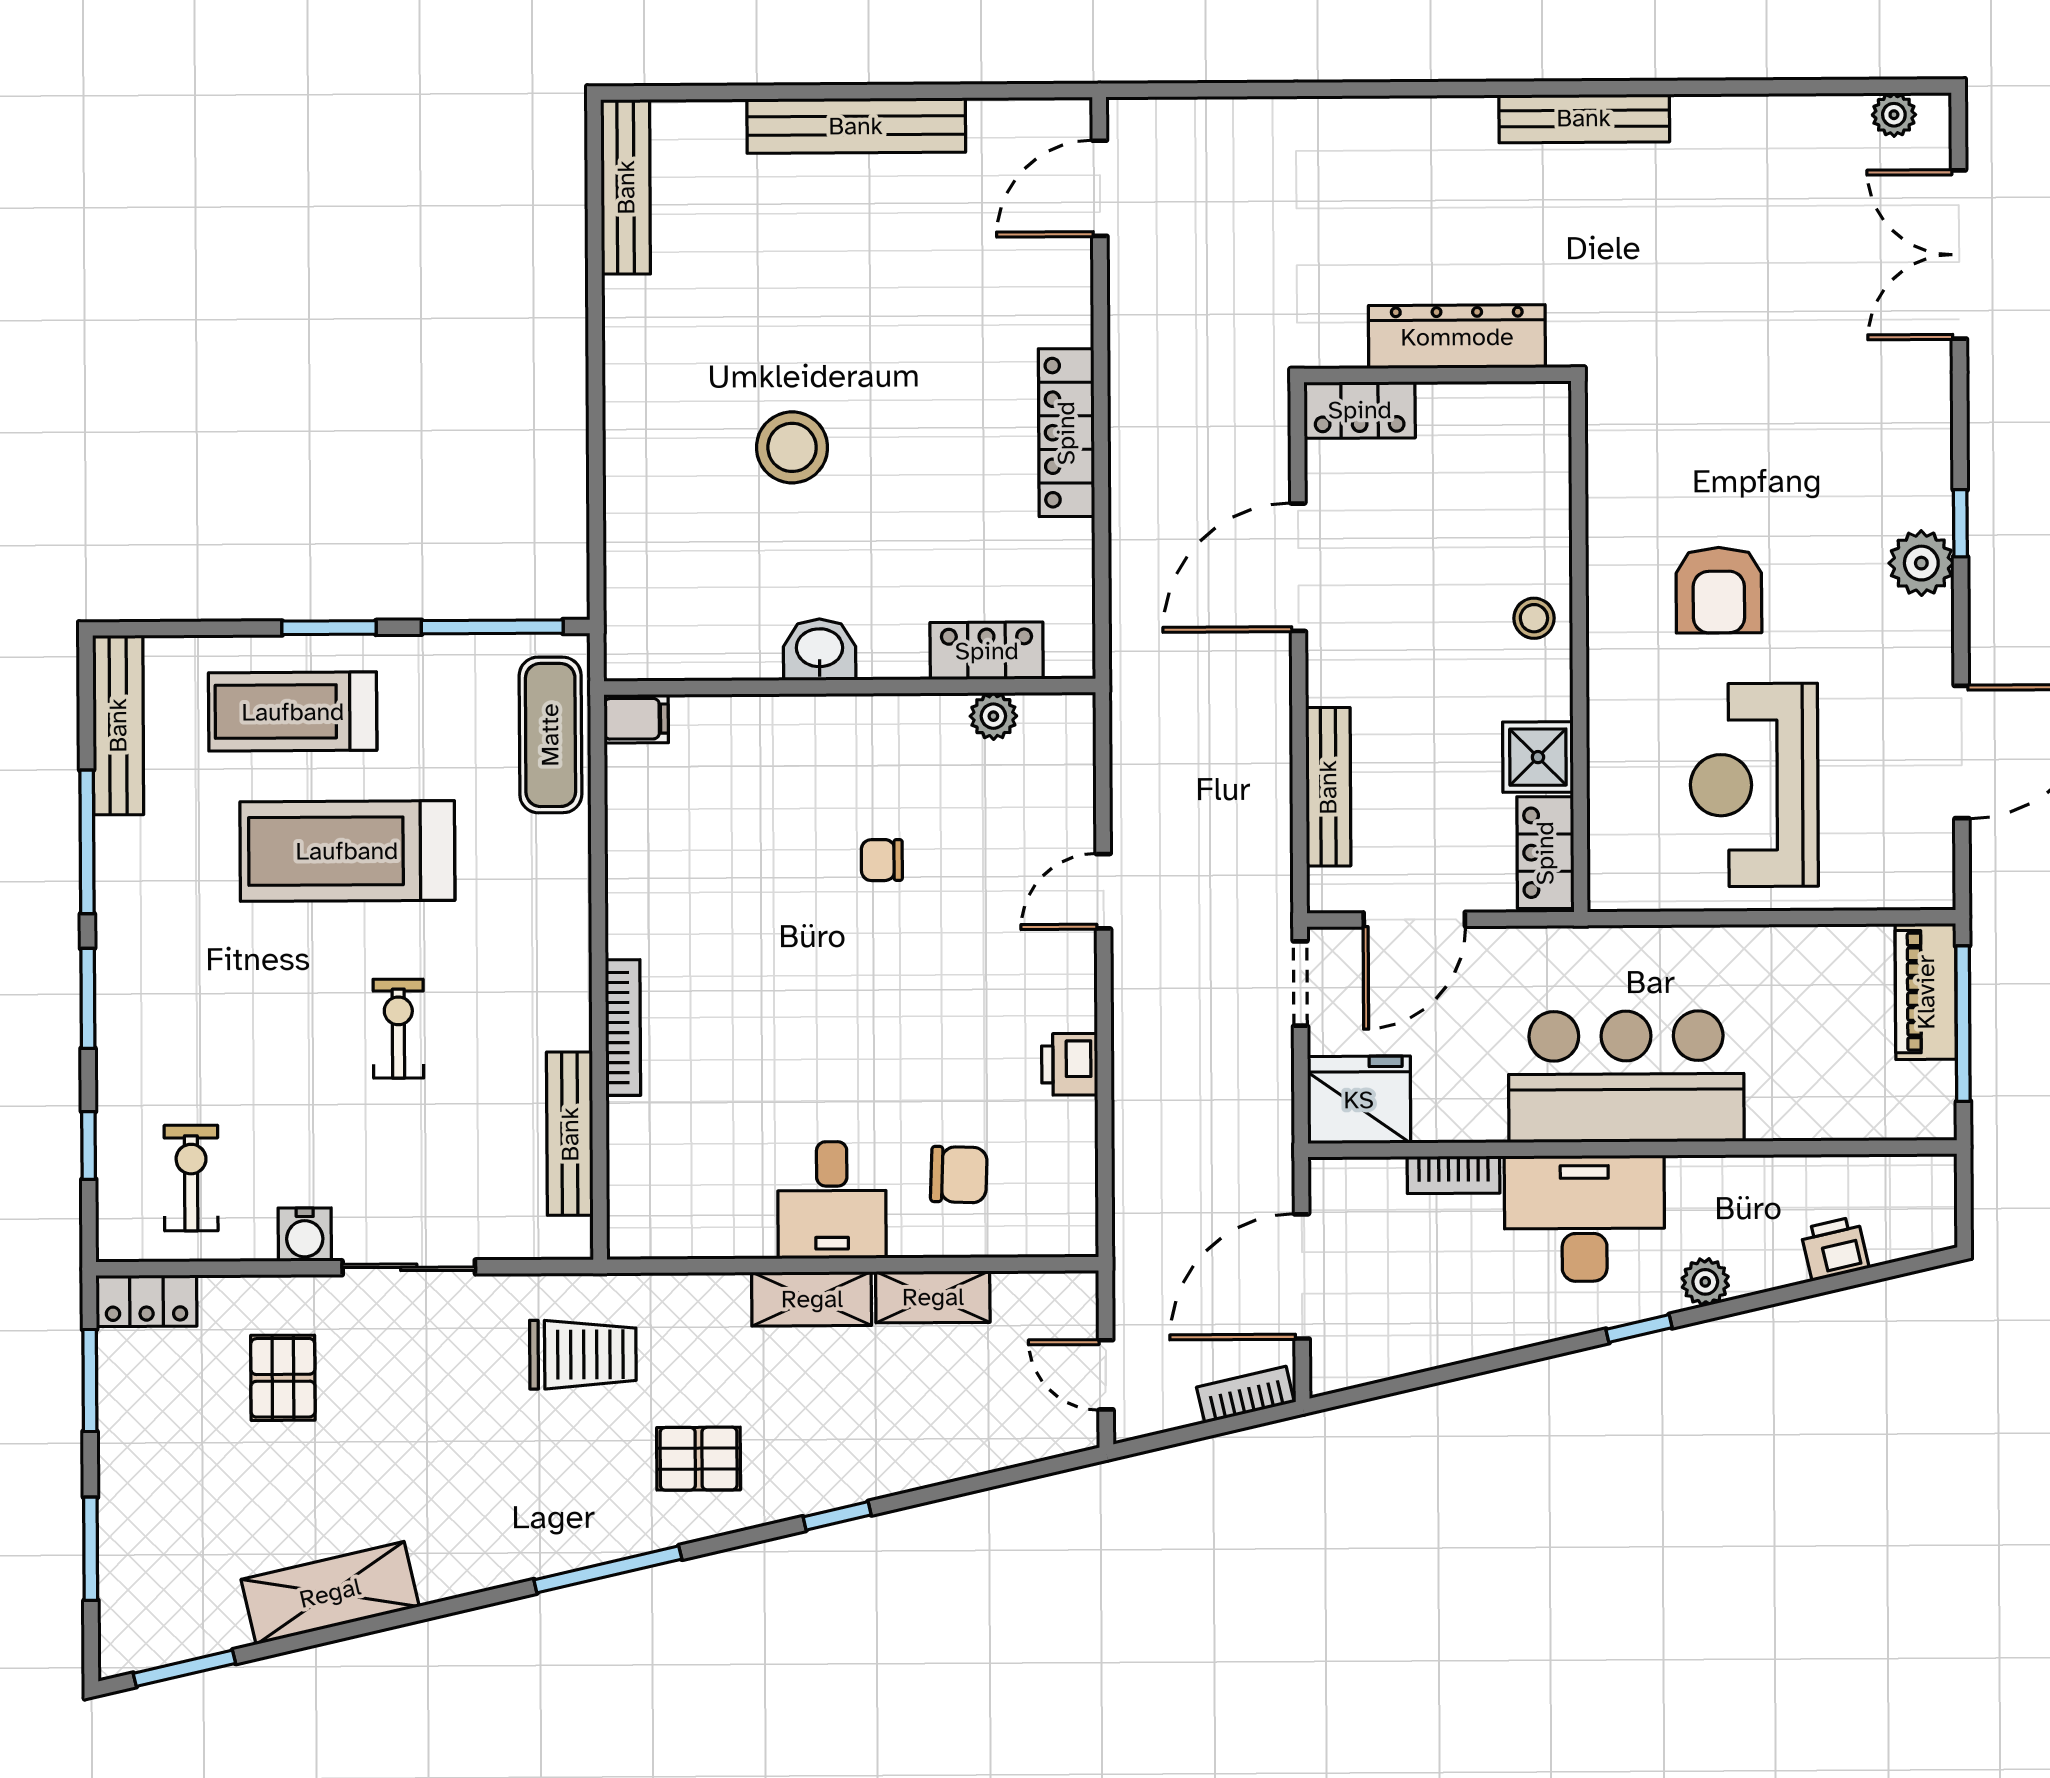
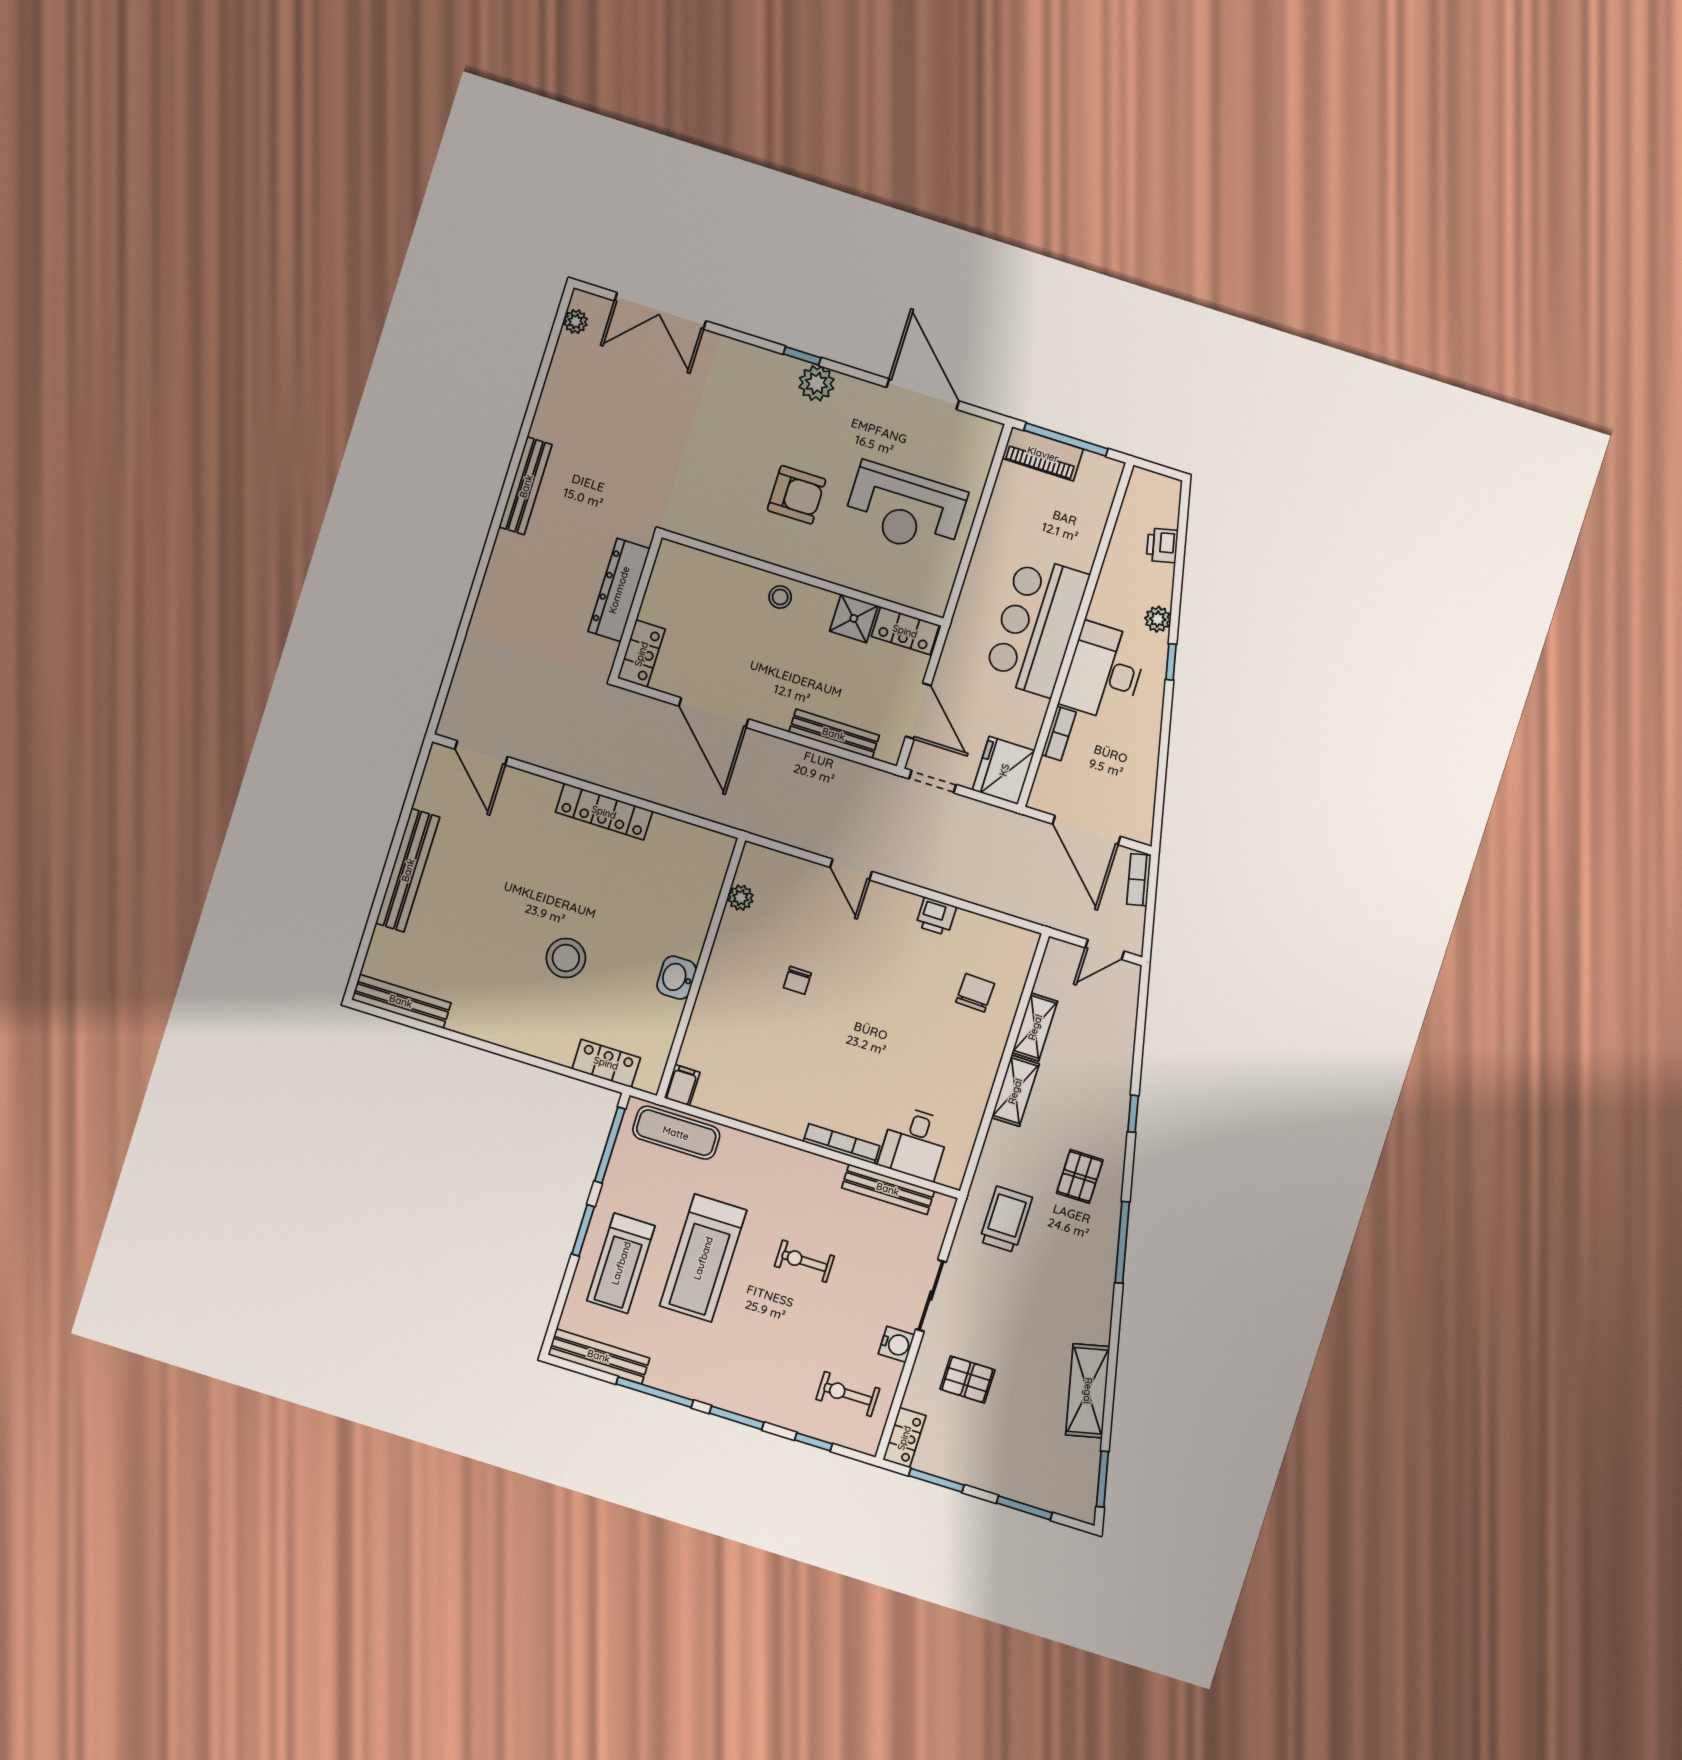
locker: (987, 651) -> (606, 1063), moved, turned 90
desk: (832, 1200) -> (915, 1143), moved, turned 90

